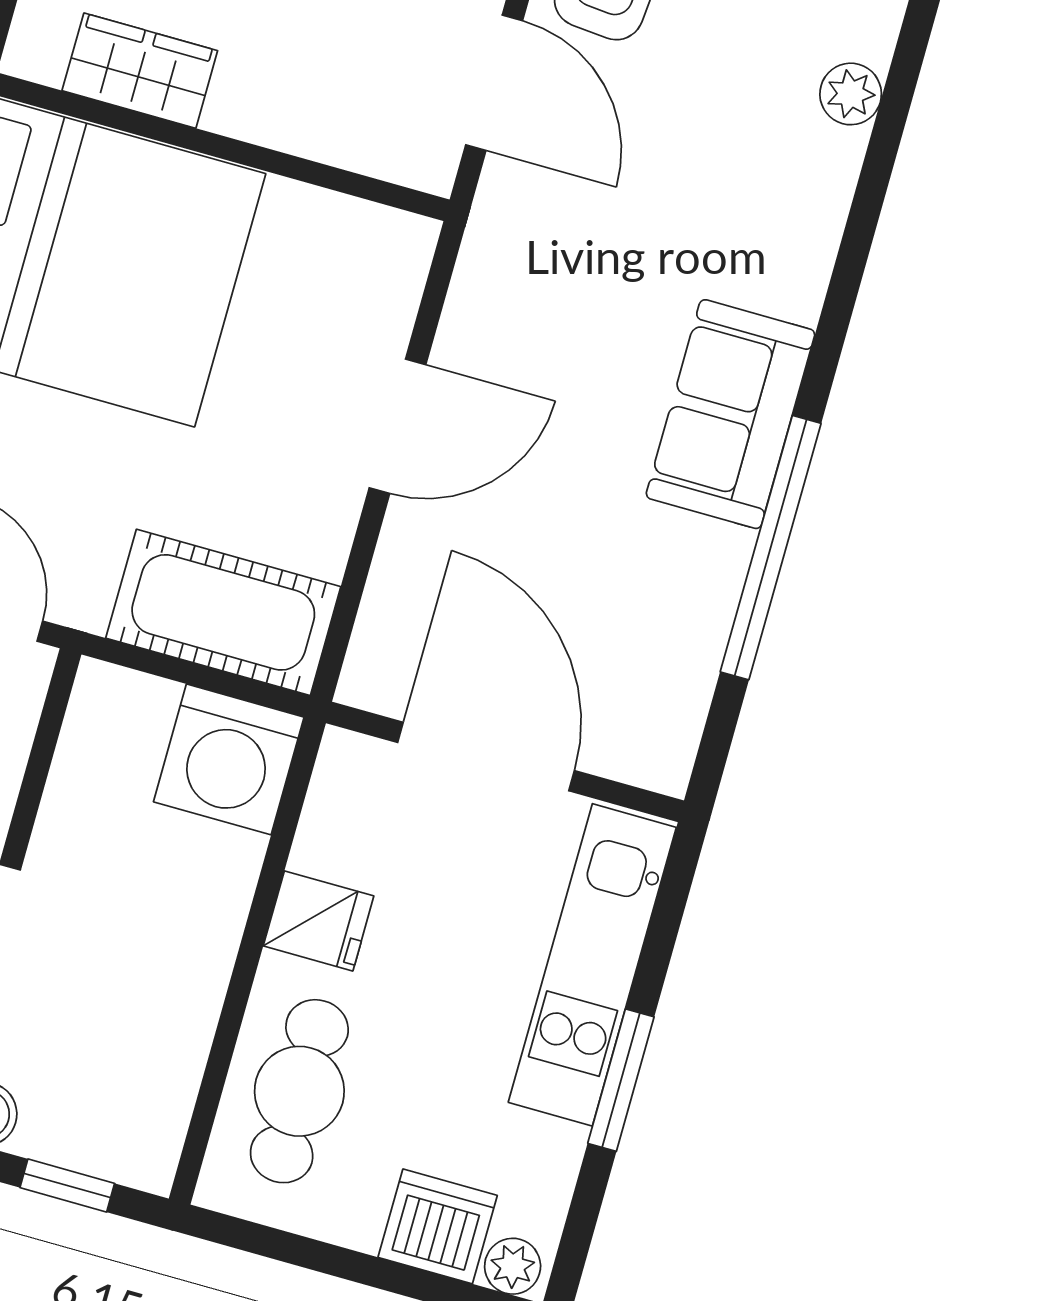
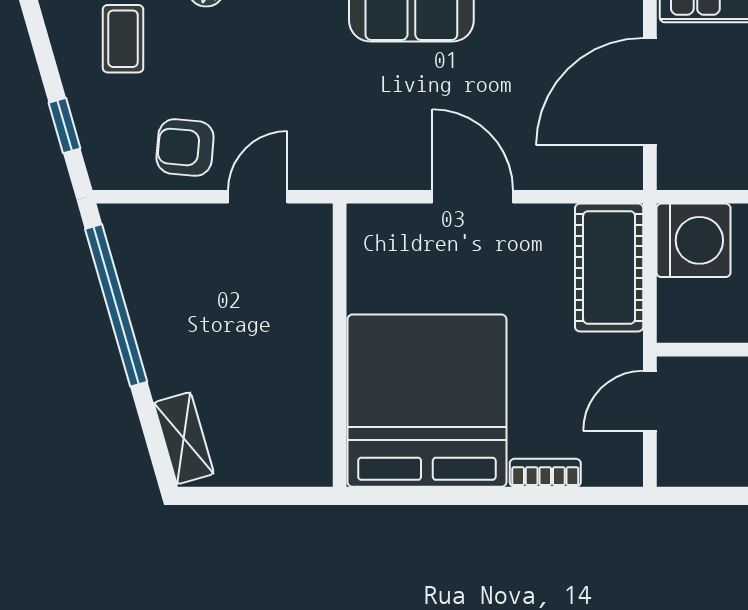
wardrobe: (140, 71) -> (308, 404), removed
door: (494, 83) -> (258, 197), width x0.73

